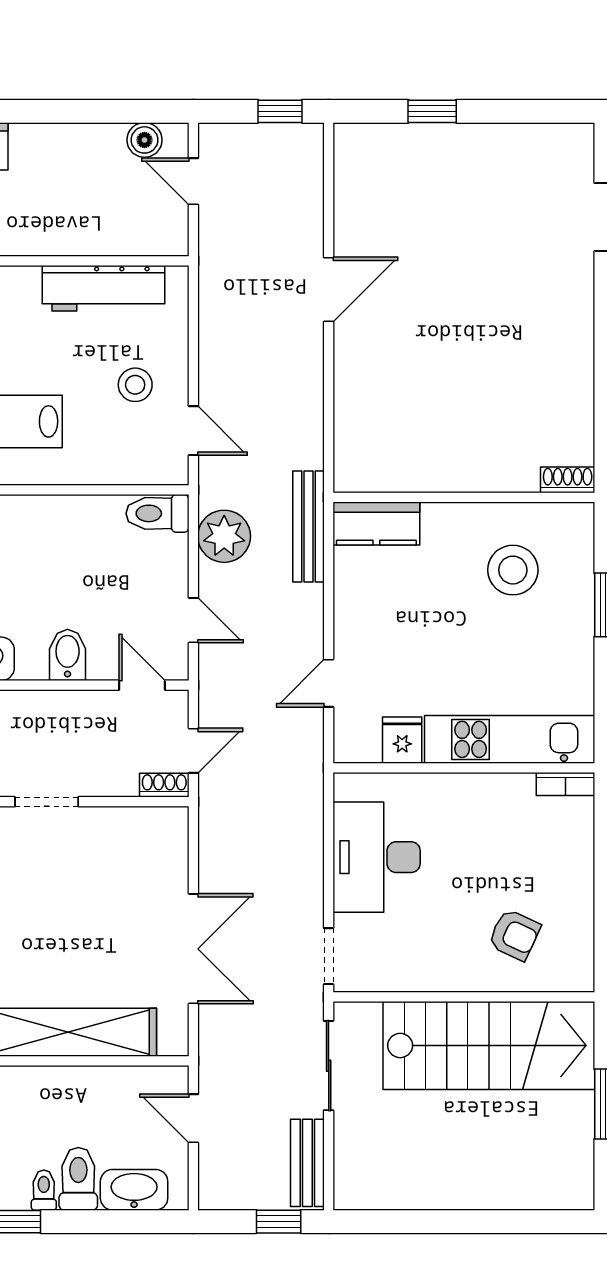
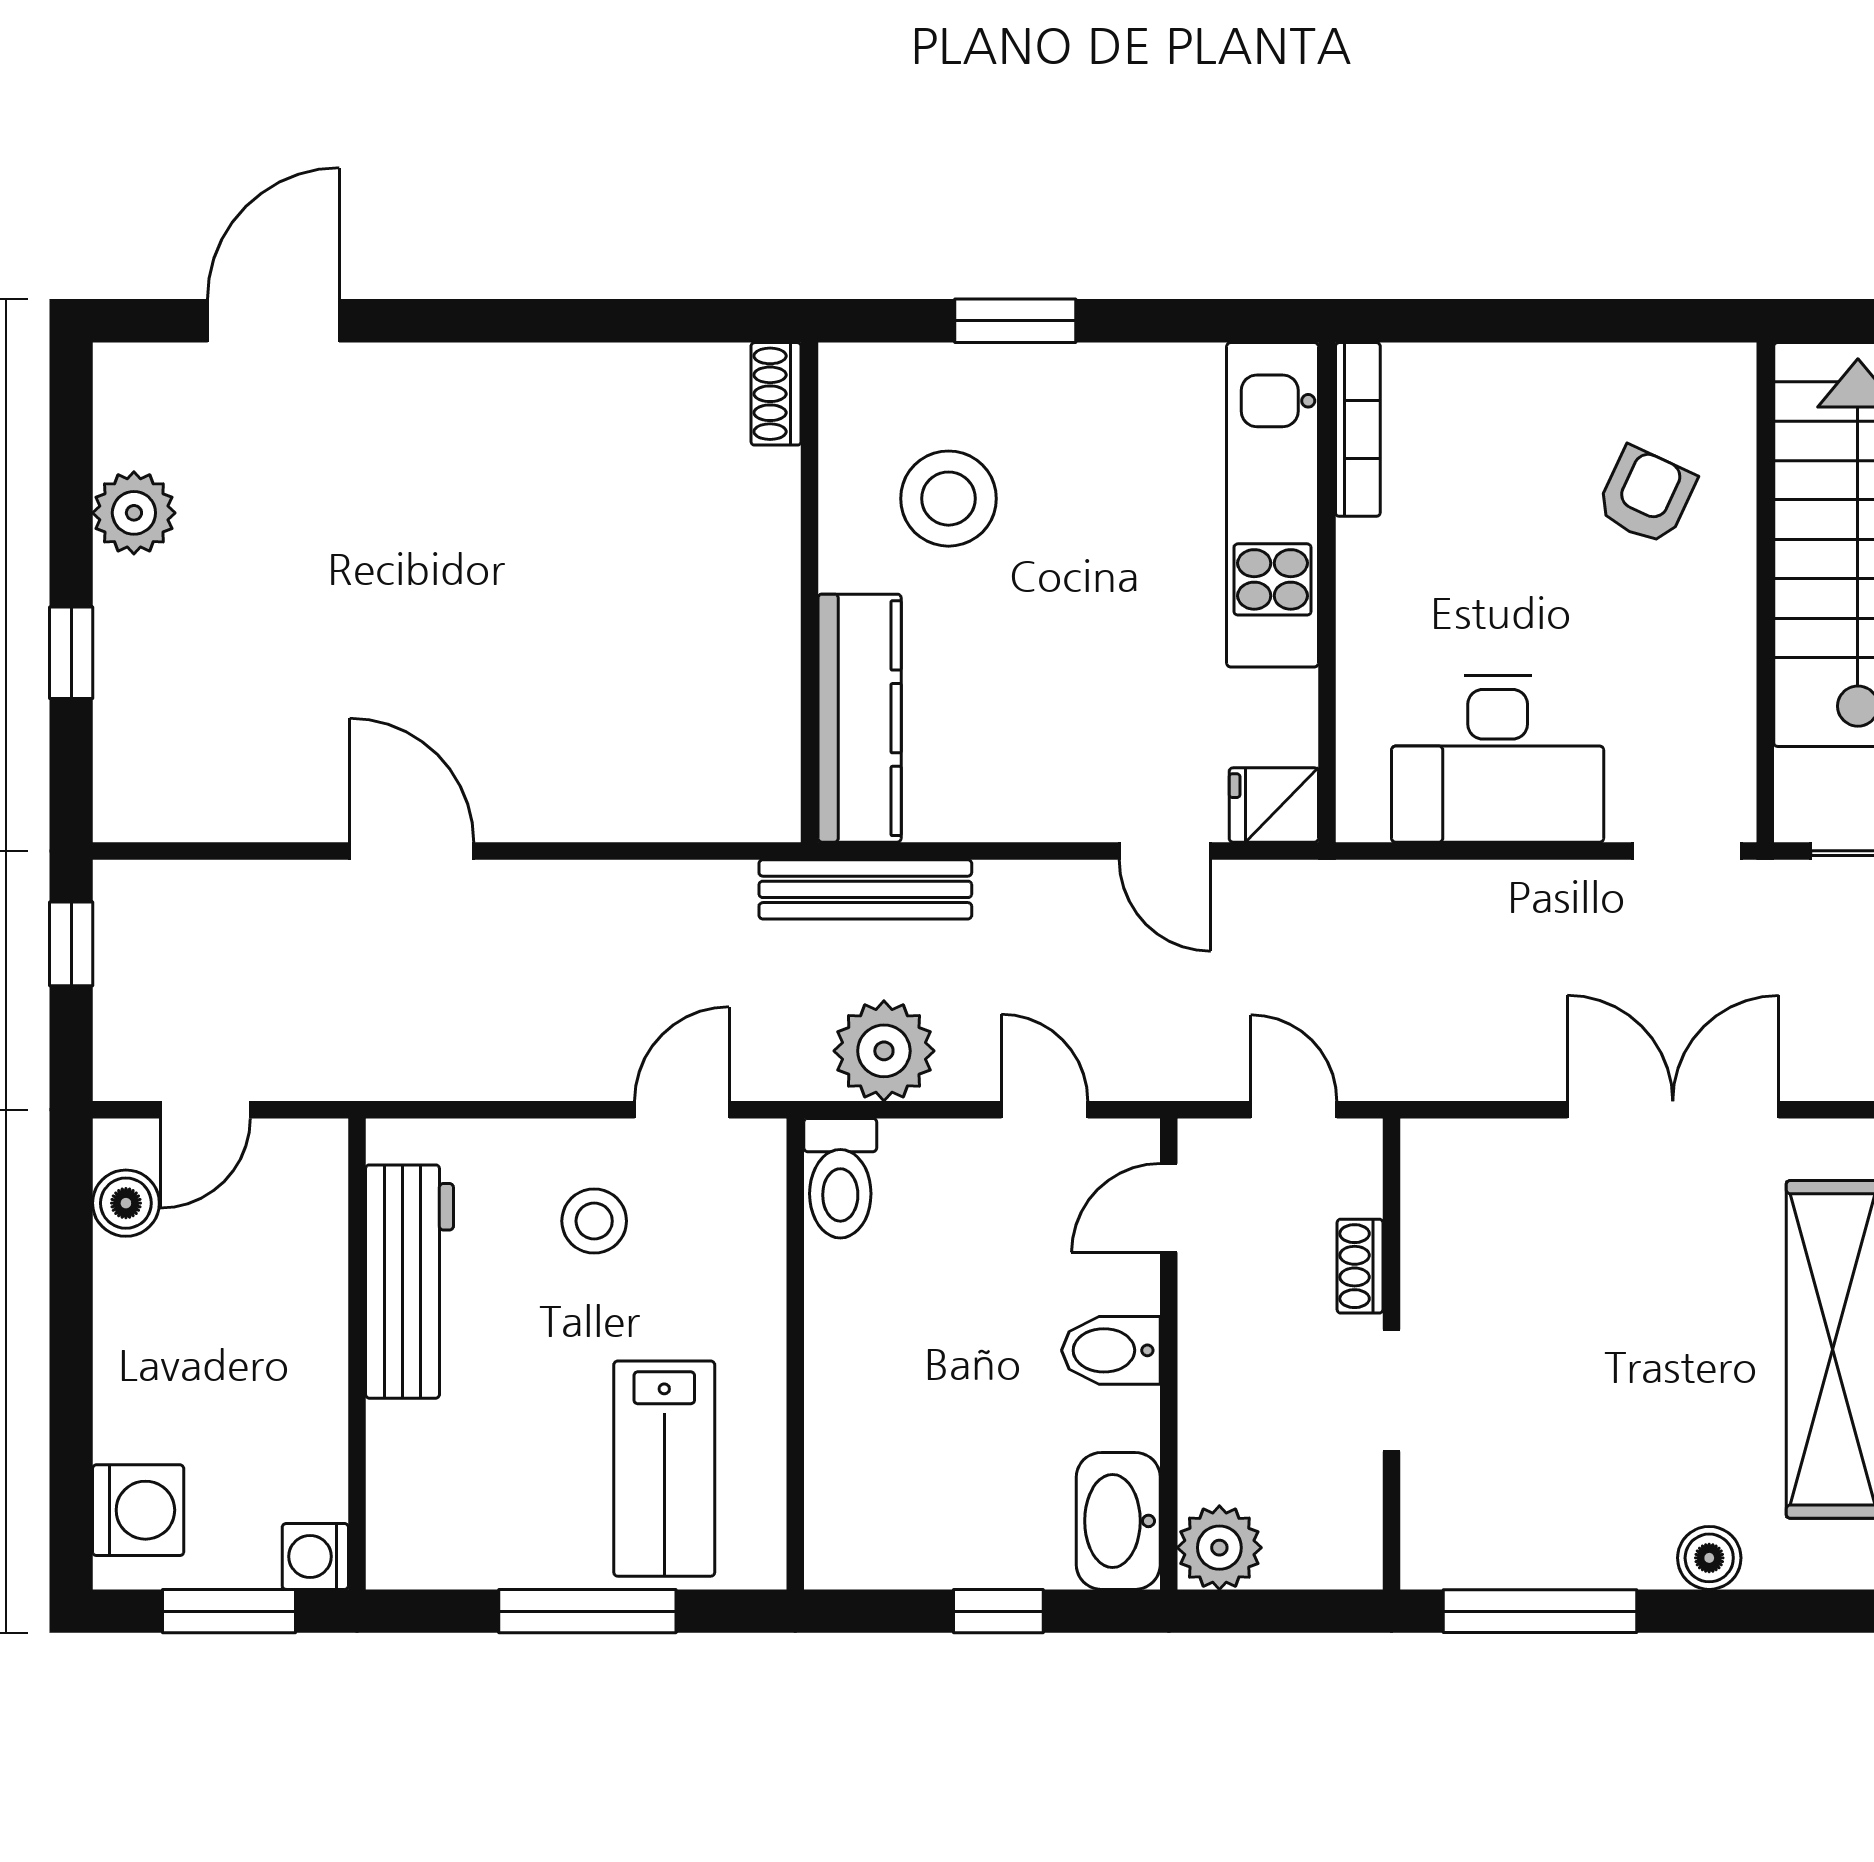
plant: (505, 144) -> (134, 513), added
kitchen counter: (376, 524) -> (860, 718), width x1.50
door: (193, 620) -> (1045, 1110), hinge flipped
fridge: (402, 740) -> (1274, 805), moved
bookcase: (565, 784) -> (1358, 429), width x1.56
shoe rack: (164, 785) -> (1360, 1266), moved

